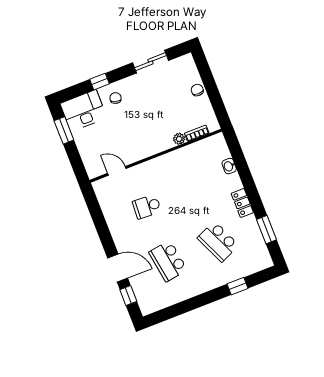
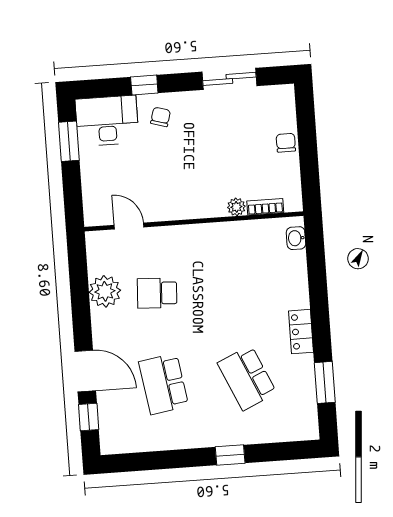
washbasin: (229, 166) -> (296, 238), moved
plant: (114, 215) -> (105, 291), added
window: (238, 286) -> (230, 455), moved

